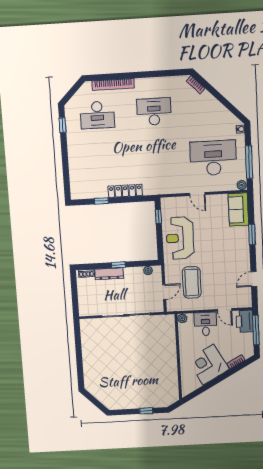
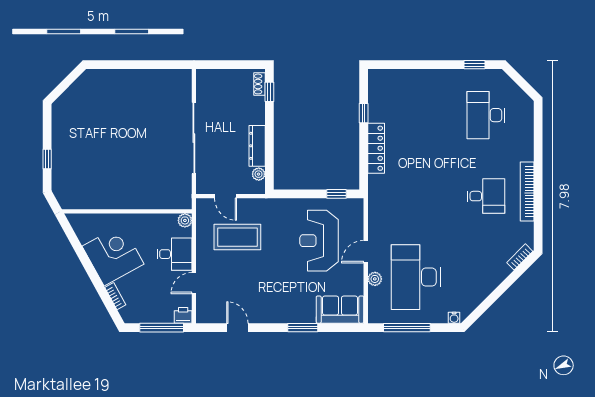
bookcase: (113, 84) -> (527, 192), moved
desk: (154, 112) -> (486, 196), width x0.73
desk: (213, 158) -> (416, 277), turned 180
plant: (242, 185) -> (375, 279), moved
reception desk: (180, 238) -> (319, 241), moved, turned -90
window: (118, 265) -> (269, 92), moved
dresser: (109, 274) -> (257, 146), moved
printer: (245, 321) -> (183, 315), width x0.53, depth x0.68

